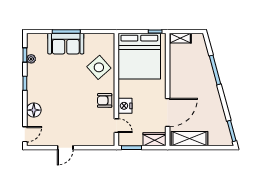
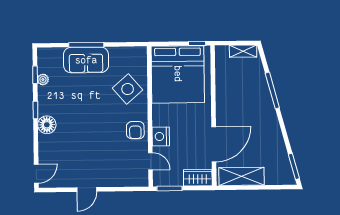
shelving: (180, 38) -> (243, 51), moved
armchair: (105, 100) -> (135, 130), turned -90
floor lamp: (34, 110) -> (47, 125), moved

